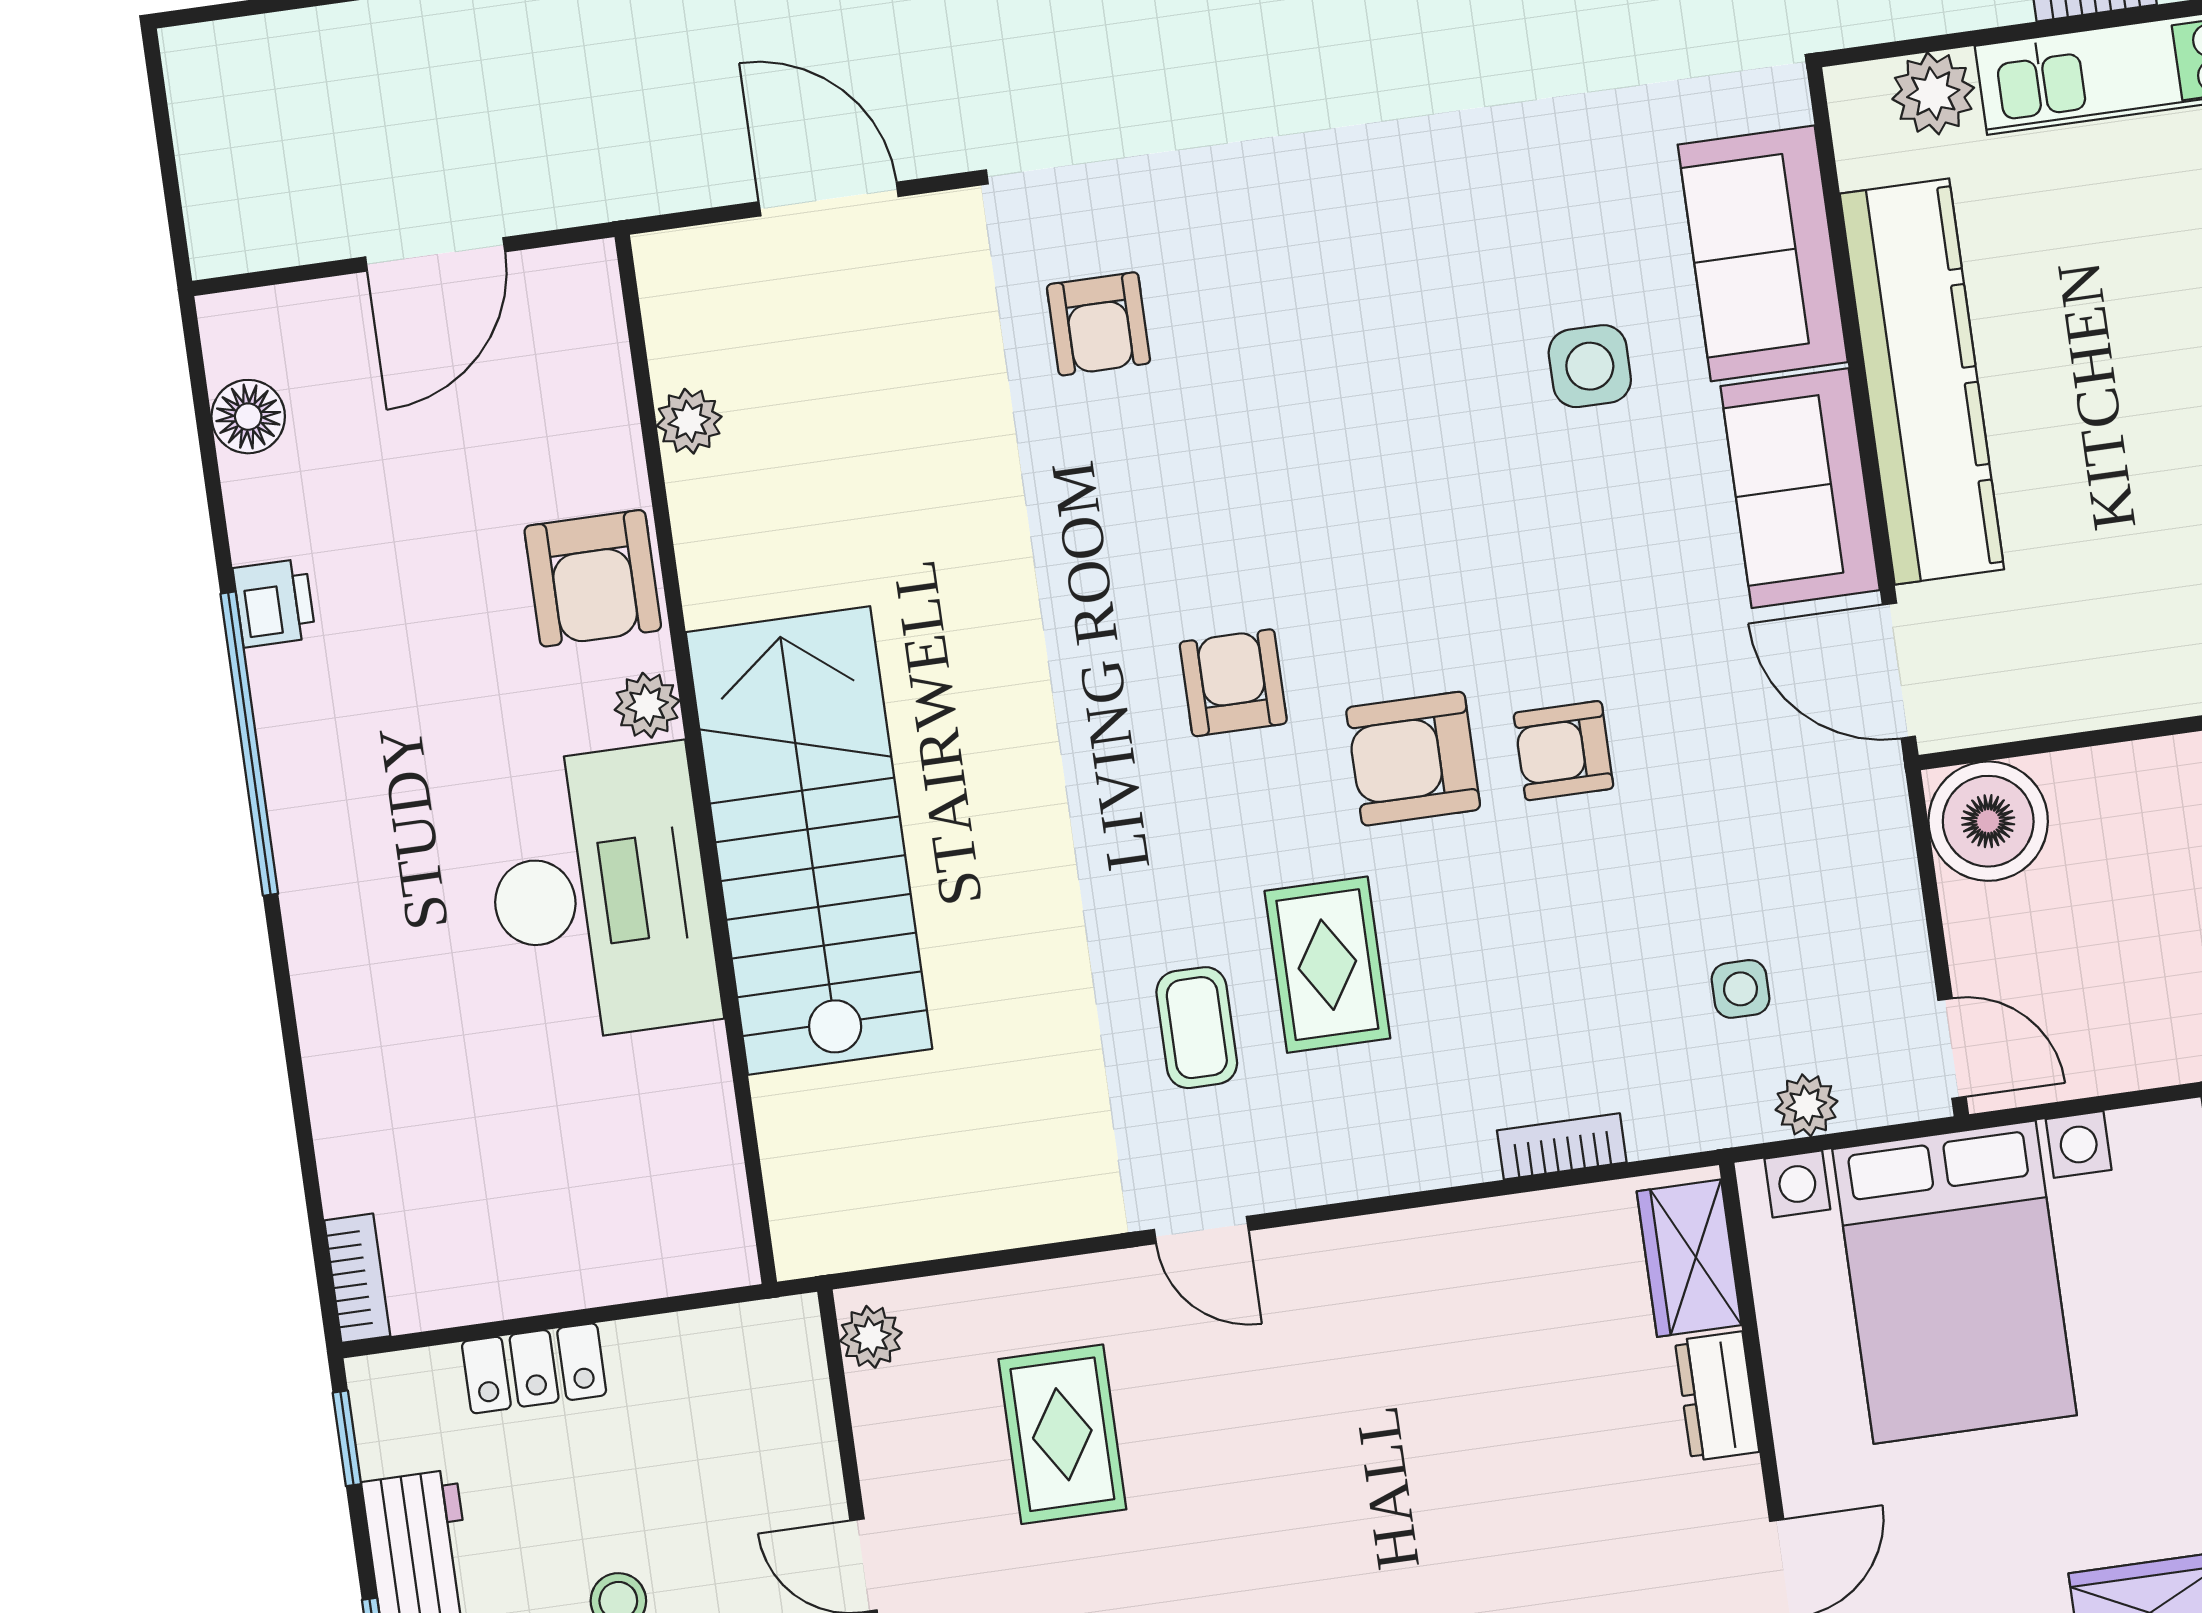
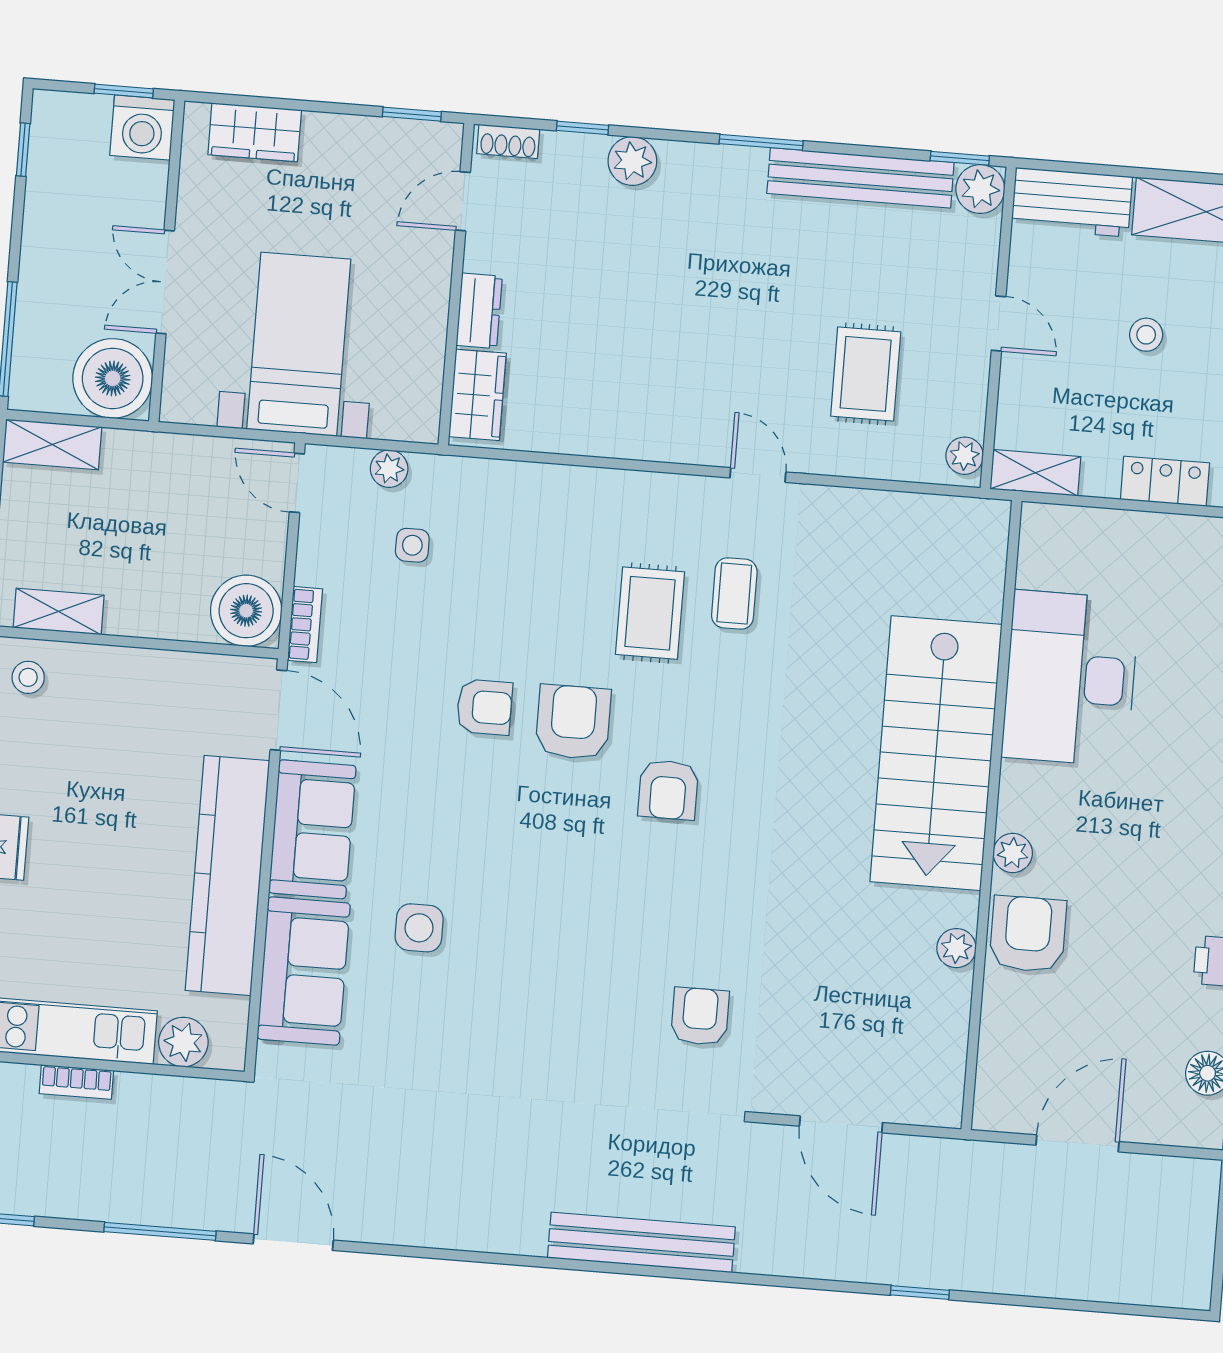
plant: (689, 421) -> (956, 948), moved
armchair: (1413, 759) -> (573, 722), turned -90
desk: (600, 894) -> (1070, 678), moved
bookcase: (1562, 1146) -> (305, 625), moved, turned -90
bed with nightstands: (1955, 1282) -> (299, 344), width x0.73
shelving: (749, 1335) -> (1035, 473), added

